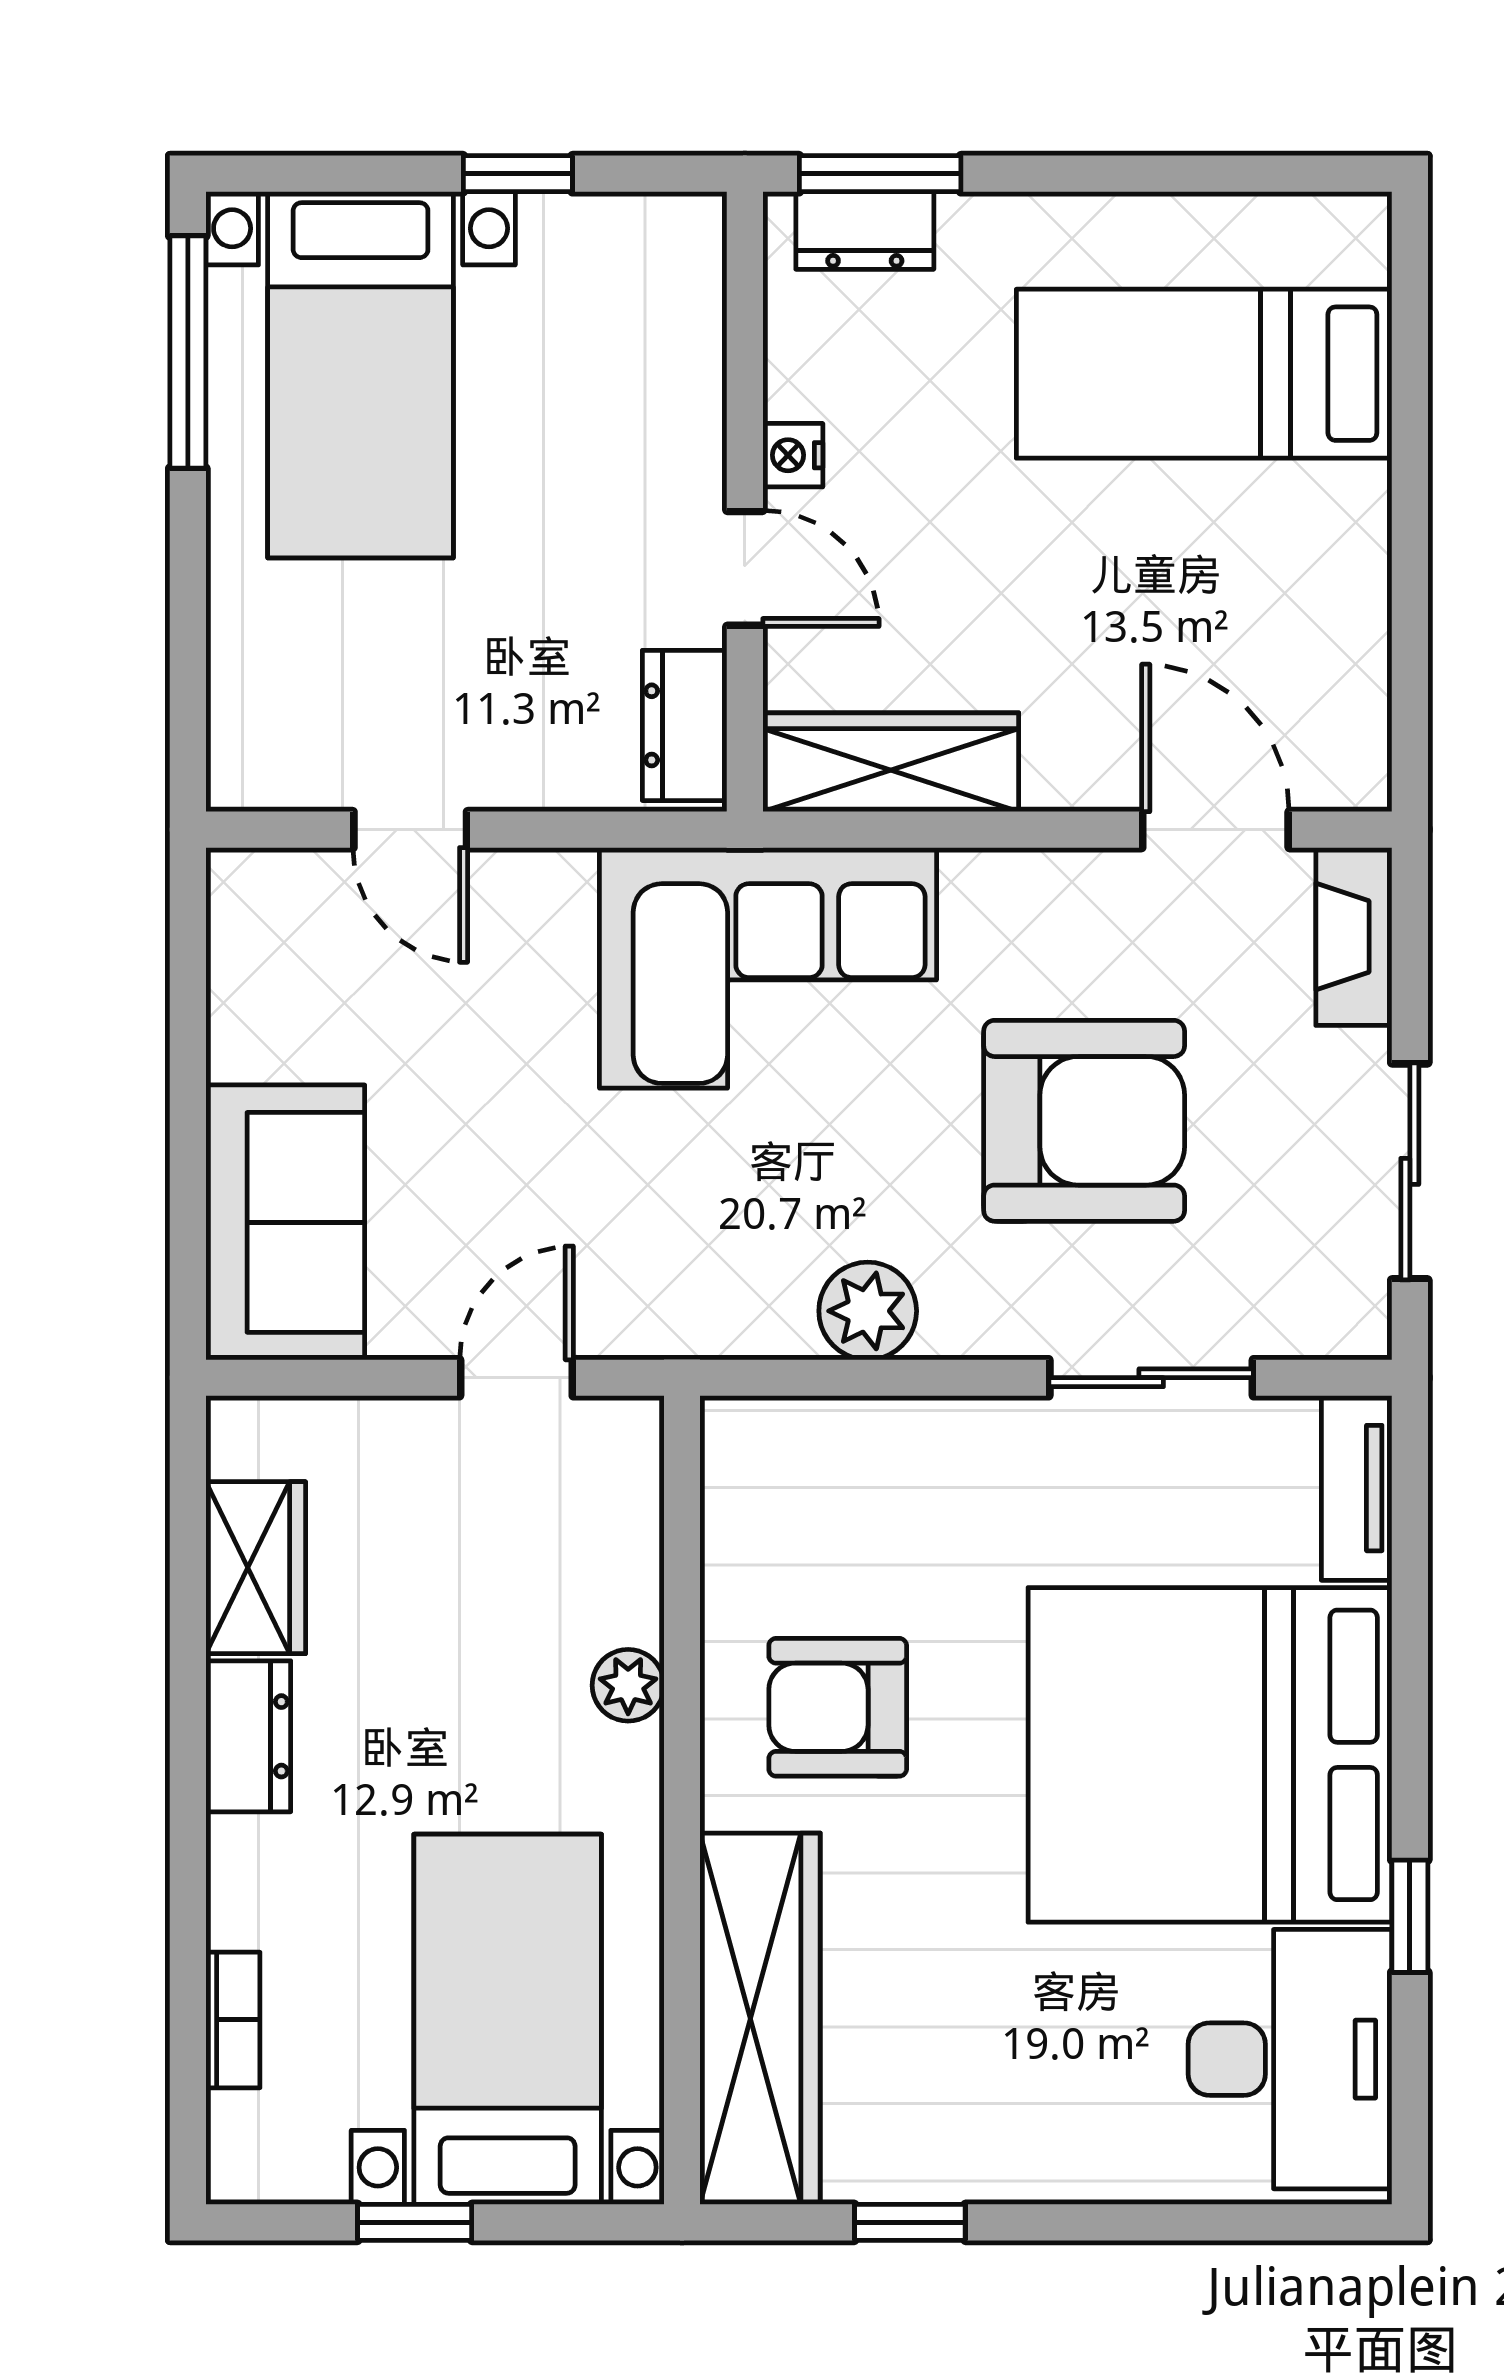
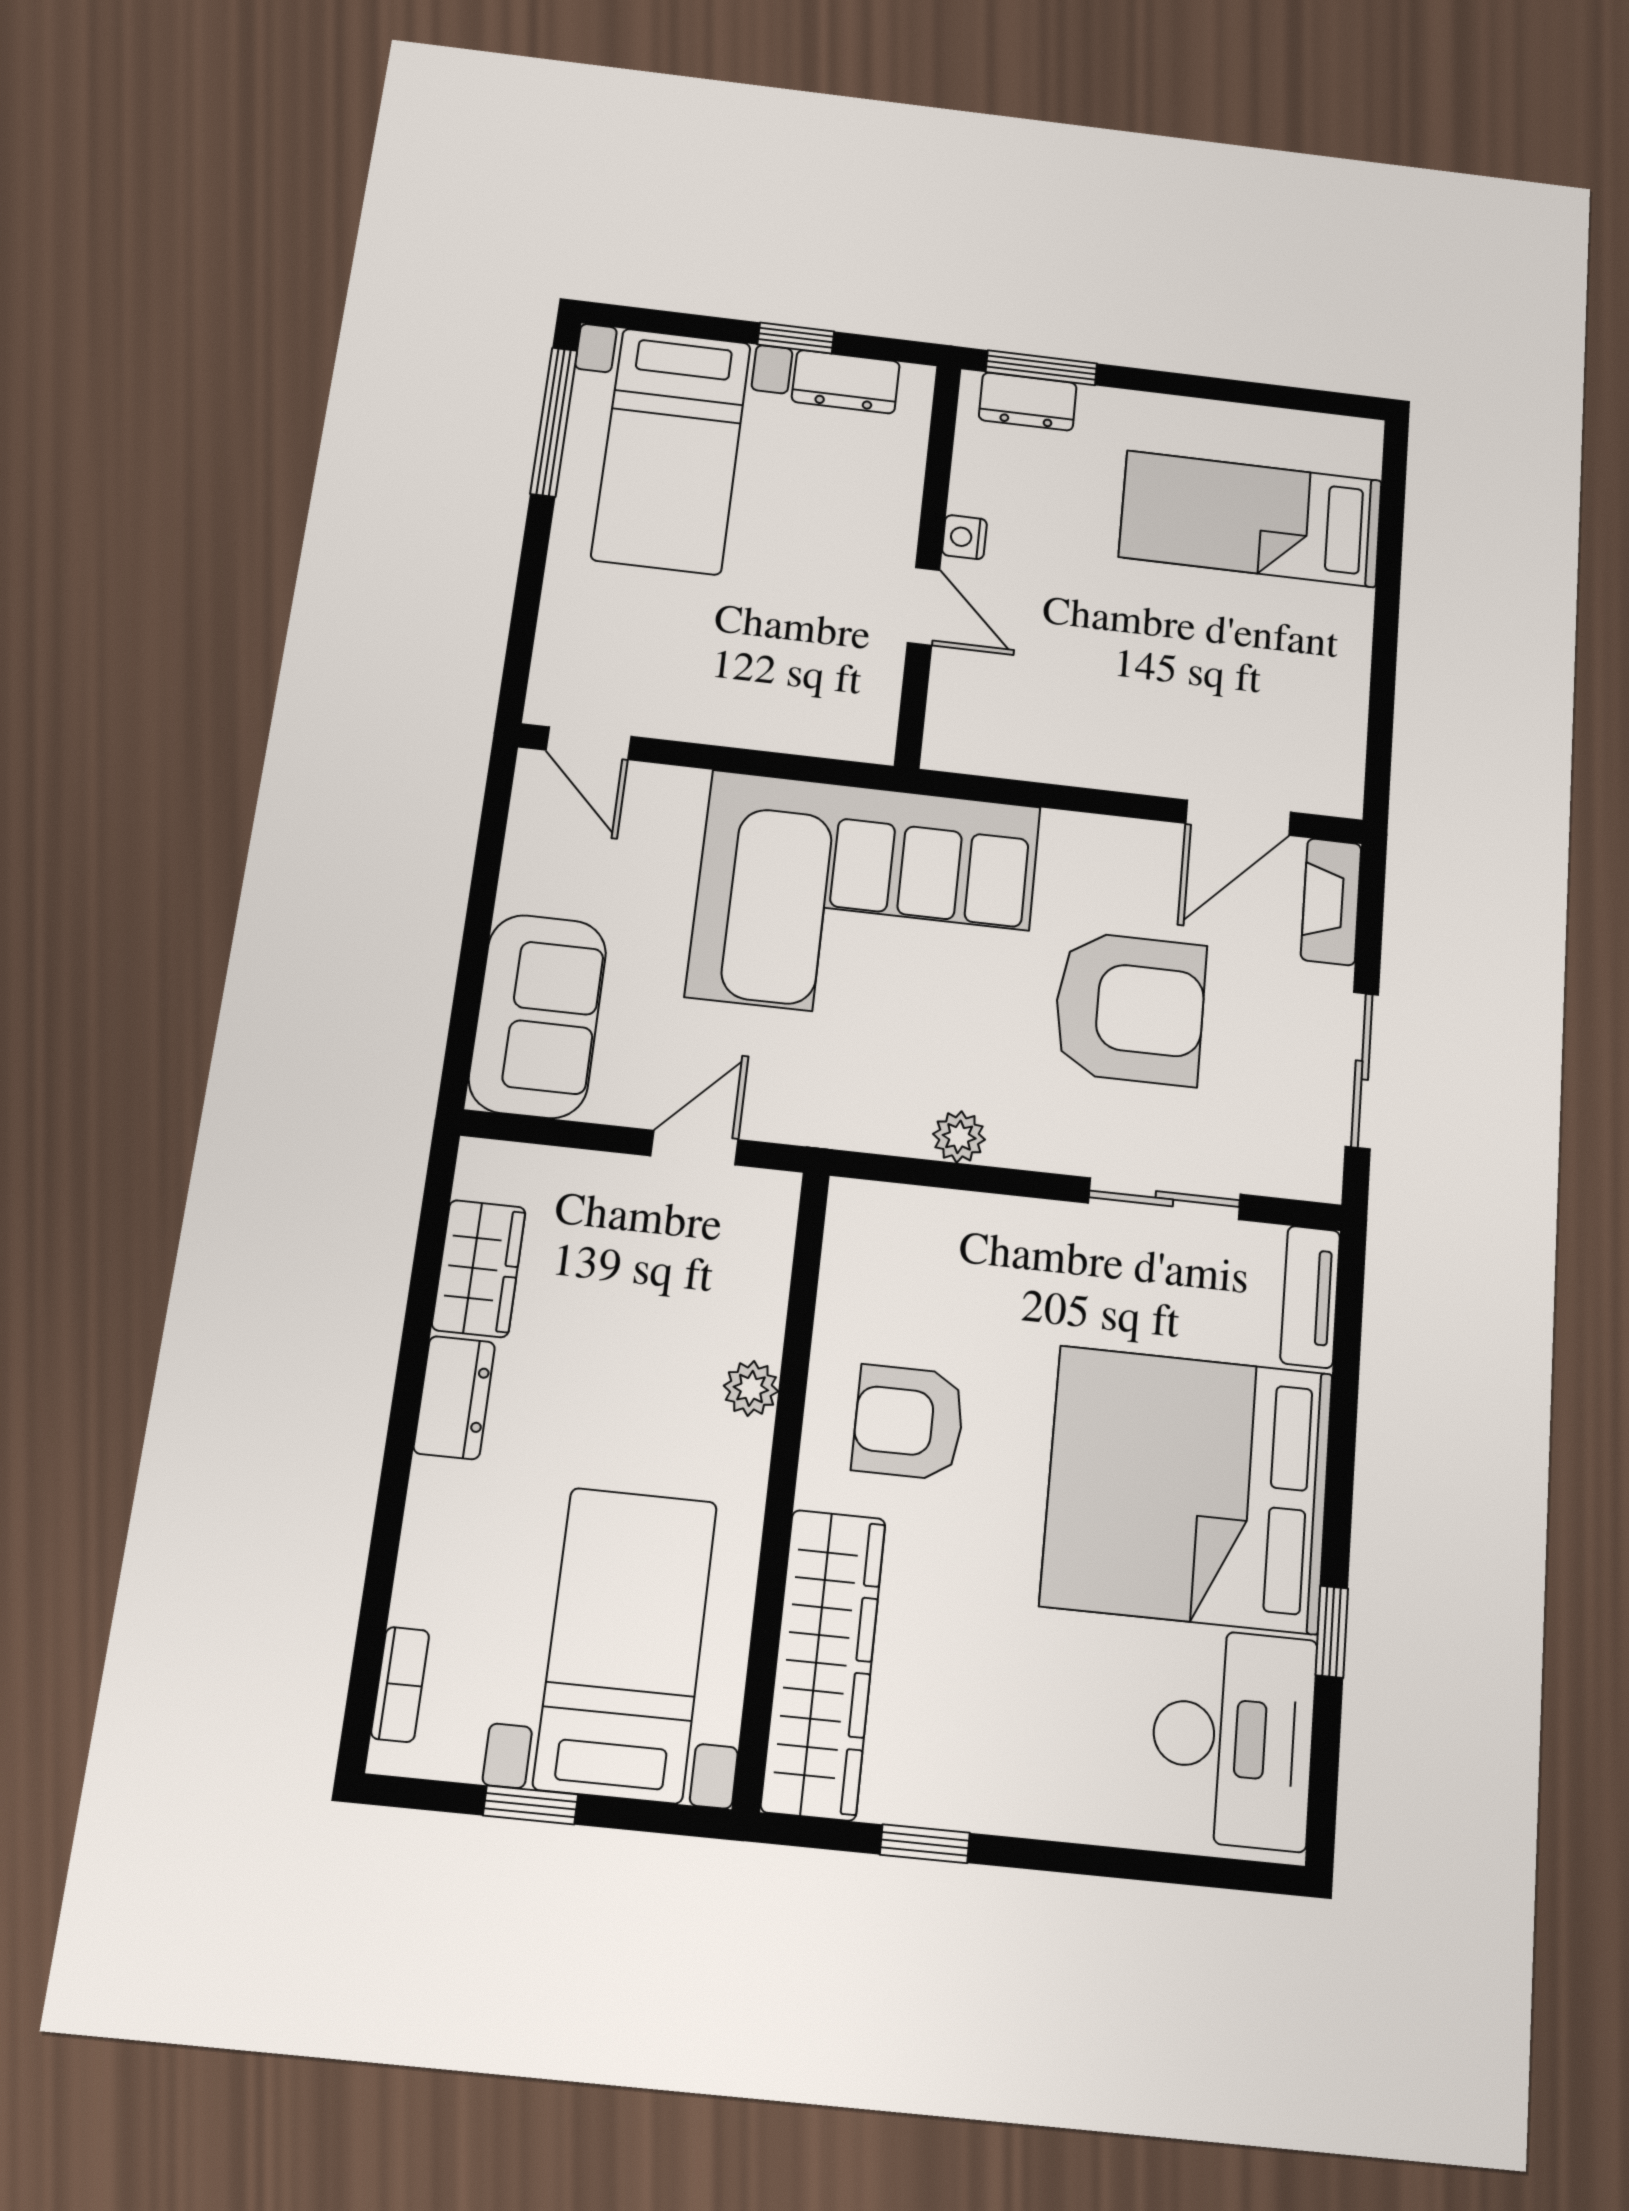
dresser: (685, 725) -> (846, 382), moved, turned -90
wardrobe: (891, 762) -> (1013, 746), removed
door: (410, 830) -> (588, 743), moved
door: (1215, 830) -> (1238, 818), swing flipped
corner sofa: (768, 968) -> (865, 901), width x1.36, depth x1.36
plant: (868, 1311) -> (959, 1137), width x0.73, depth x0.73
bookcase: (233, 2020) -> (400, 1684), moved

